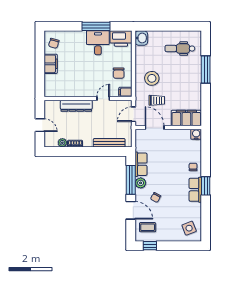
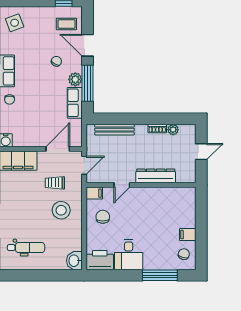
window: (96, 26) -> (160, 275), moved
filing cabinet: (51, 64) -> (188, 235), width x0.50
door: (40, 125) -> (201, 152), swing flipped
door: (155, 127) -> (58, 149), swing flipped

